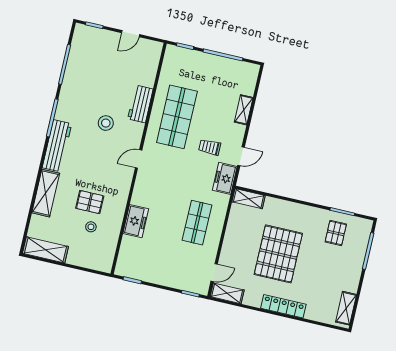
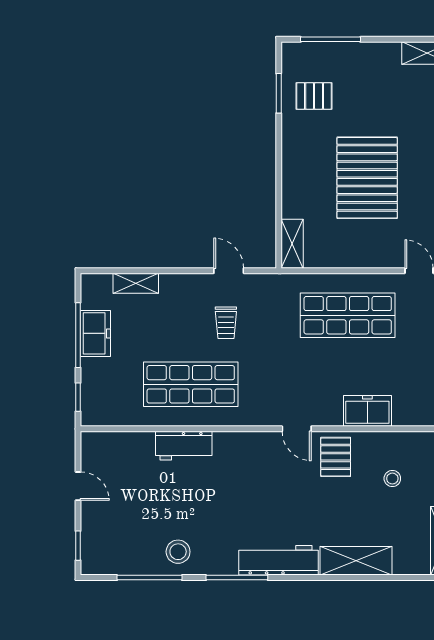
shelving: (244, 110) -> (136, 283), moved
stool: (106, 123) -> (178, 552), moved
door: (139, 159) -> (297, 429), moved
freezer: (225, 178) -> (95, 333), moved, turned -90
pallet: (90, 202) -> (336, 457), moved
shop shelf: (197, 223) -> (348, 315), width x1.43, depth x1.36
pallet: (278, 254) -> (367, 178), turned 90

